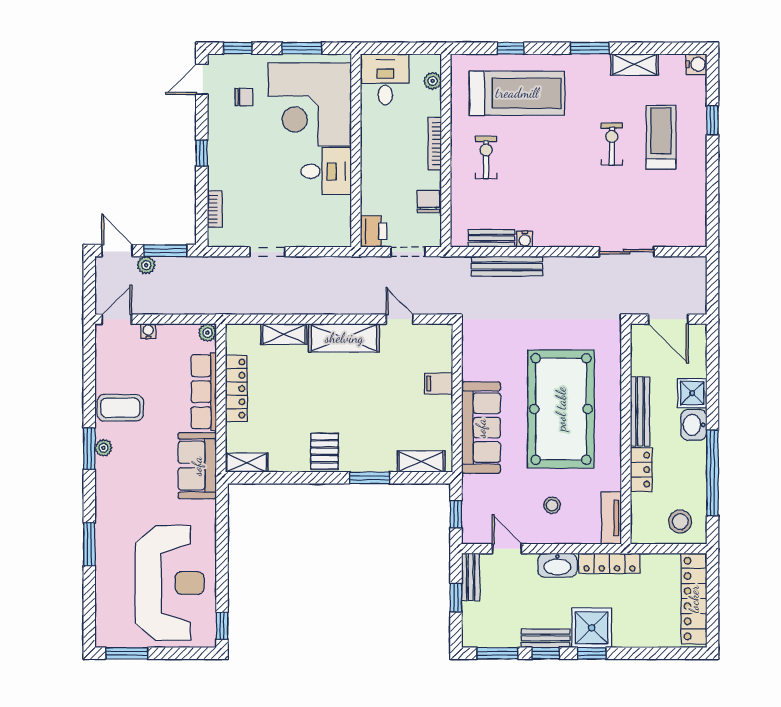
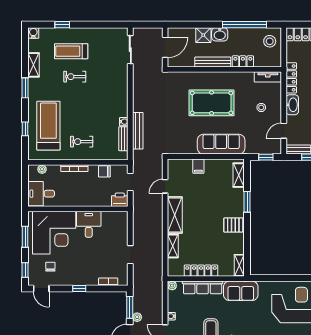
sliding door: (627, 252) -> (130, 50), moved
pool table: (561, 409) -> (212, 103), width x0.73, depth x0.76

